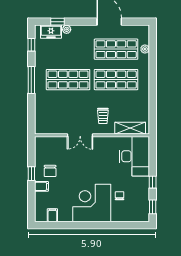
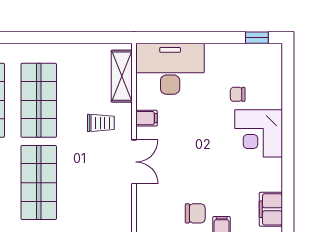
filing cabinet: (106, 143) -> (147, 118), added
window: (153, 182) -> (214, 38), removed
corner desk: (92, 203) -> (259, 133), width x0.74, depth x0.74
filing cabinet: (52, 215) -> (271, 209), width x2.00

